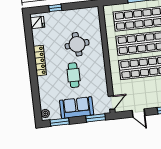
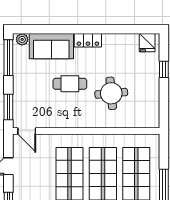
locker: (40, 61) -> (88, 40), width x0.66
sofa: (77, 108) -> (51, 46), moved, turned 90
window: (60, 122) -> (8, 58), width x1.44

